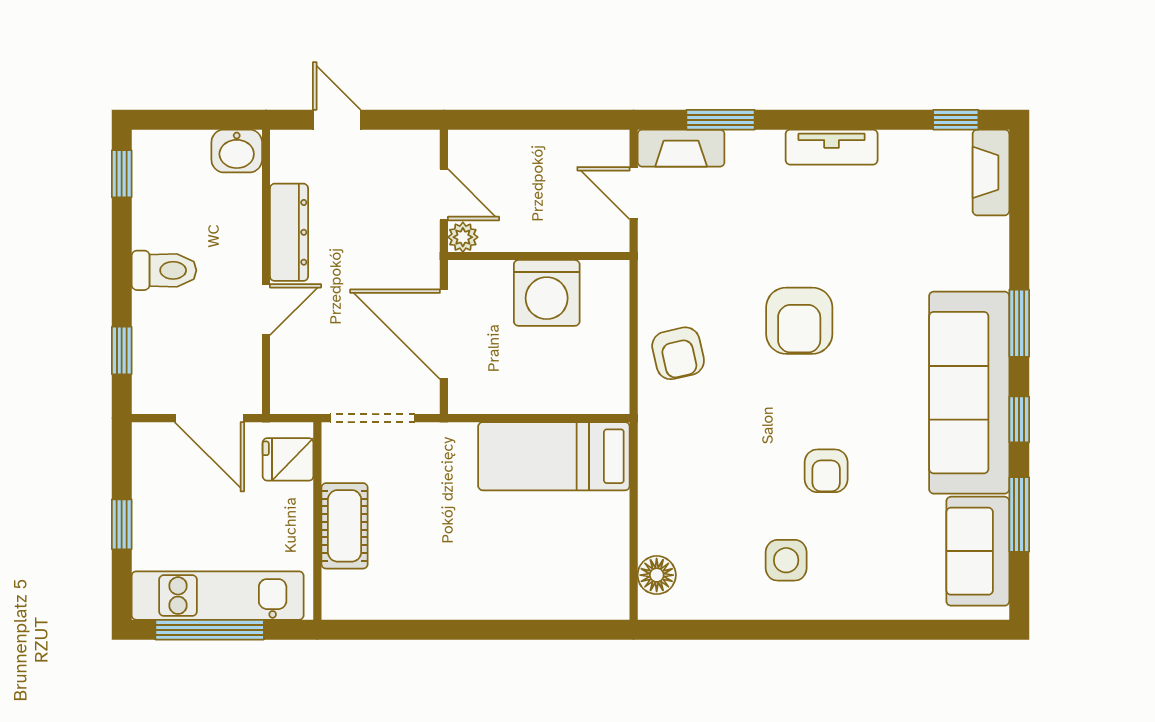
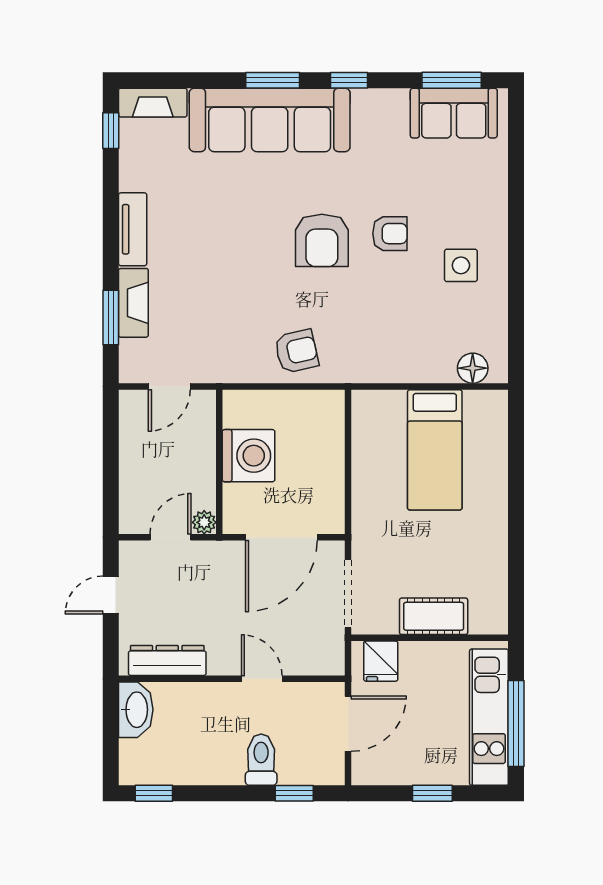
door: (337, 120) -> (111, 595), moved
fireplace: (681, 148) -> (133, 303), moved
washbasin: (237, 151) -> (136, 710), width x1.38
dresser: (289, 232) -> (167, 660), moved
toilet: (164, 270) -> (261, 760), moved
armchair: (799, 321) -> (322, 240), moved, turned 90
sofa: (969, 393) -> (270, 120), moved
bed: (554, 456) -> (435, 450), moved
window: (1019, 515) -> (452, 80), moved

